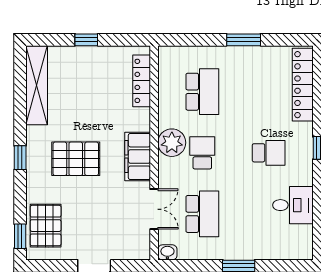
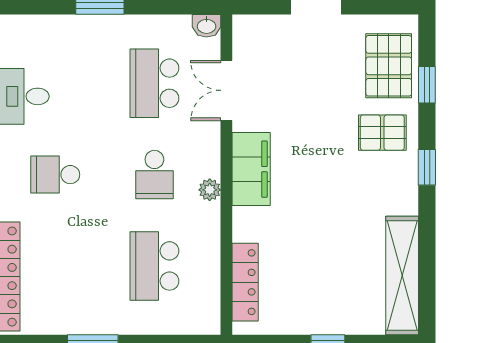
plant: (172, 143) -> (210, 190), width x0.53, depth x0.53
pallet: (76, 159) -> (382, 133), moved, width x0.67, depth x0.71
window: (20, 236) -> (427, 85), moved

